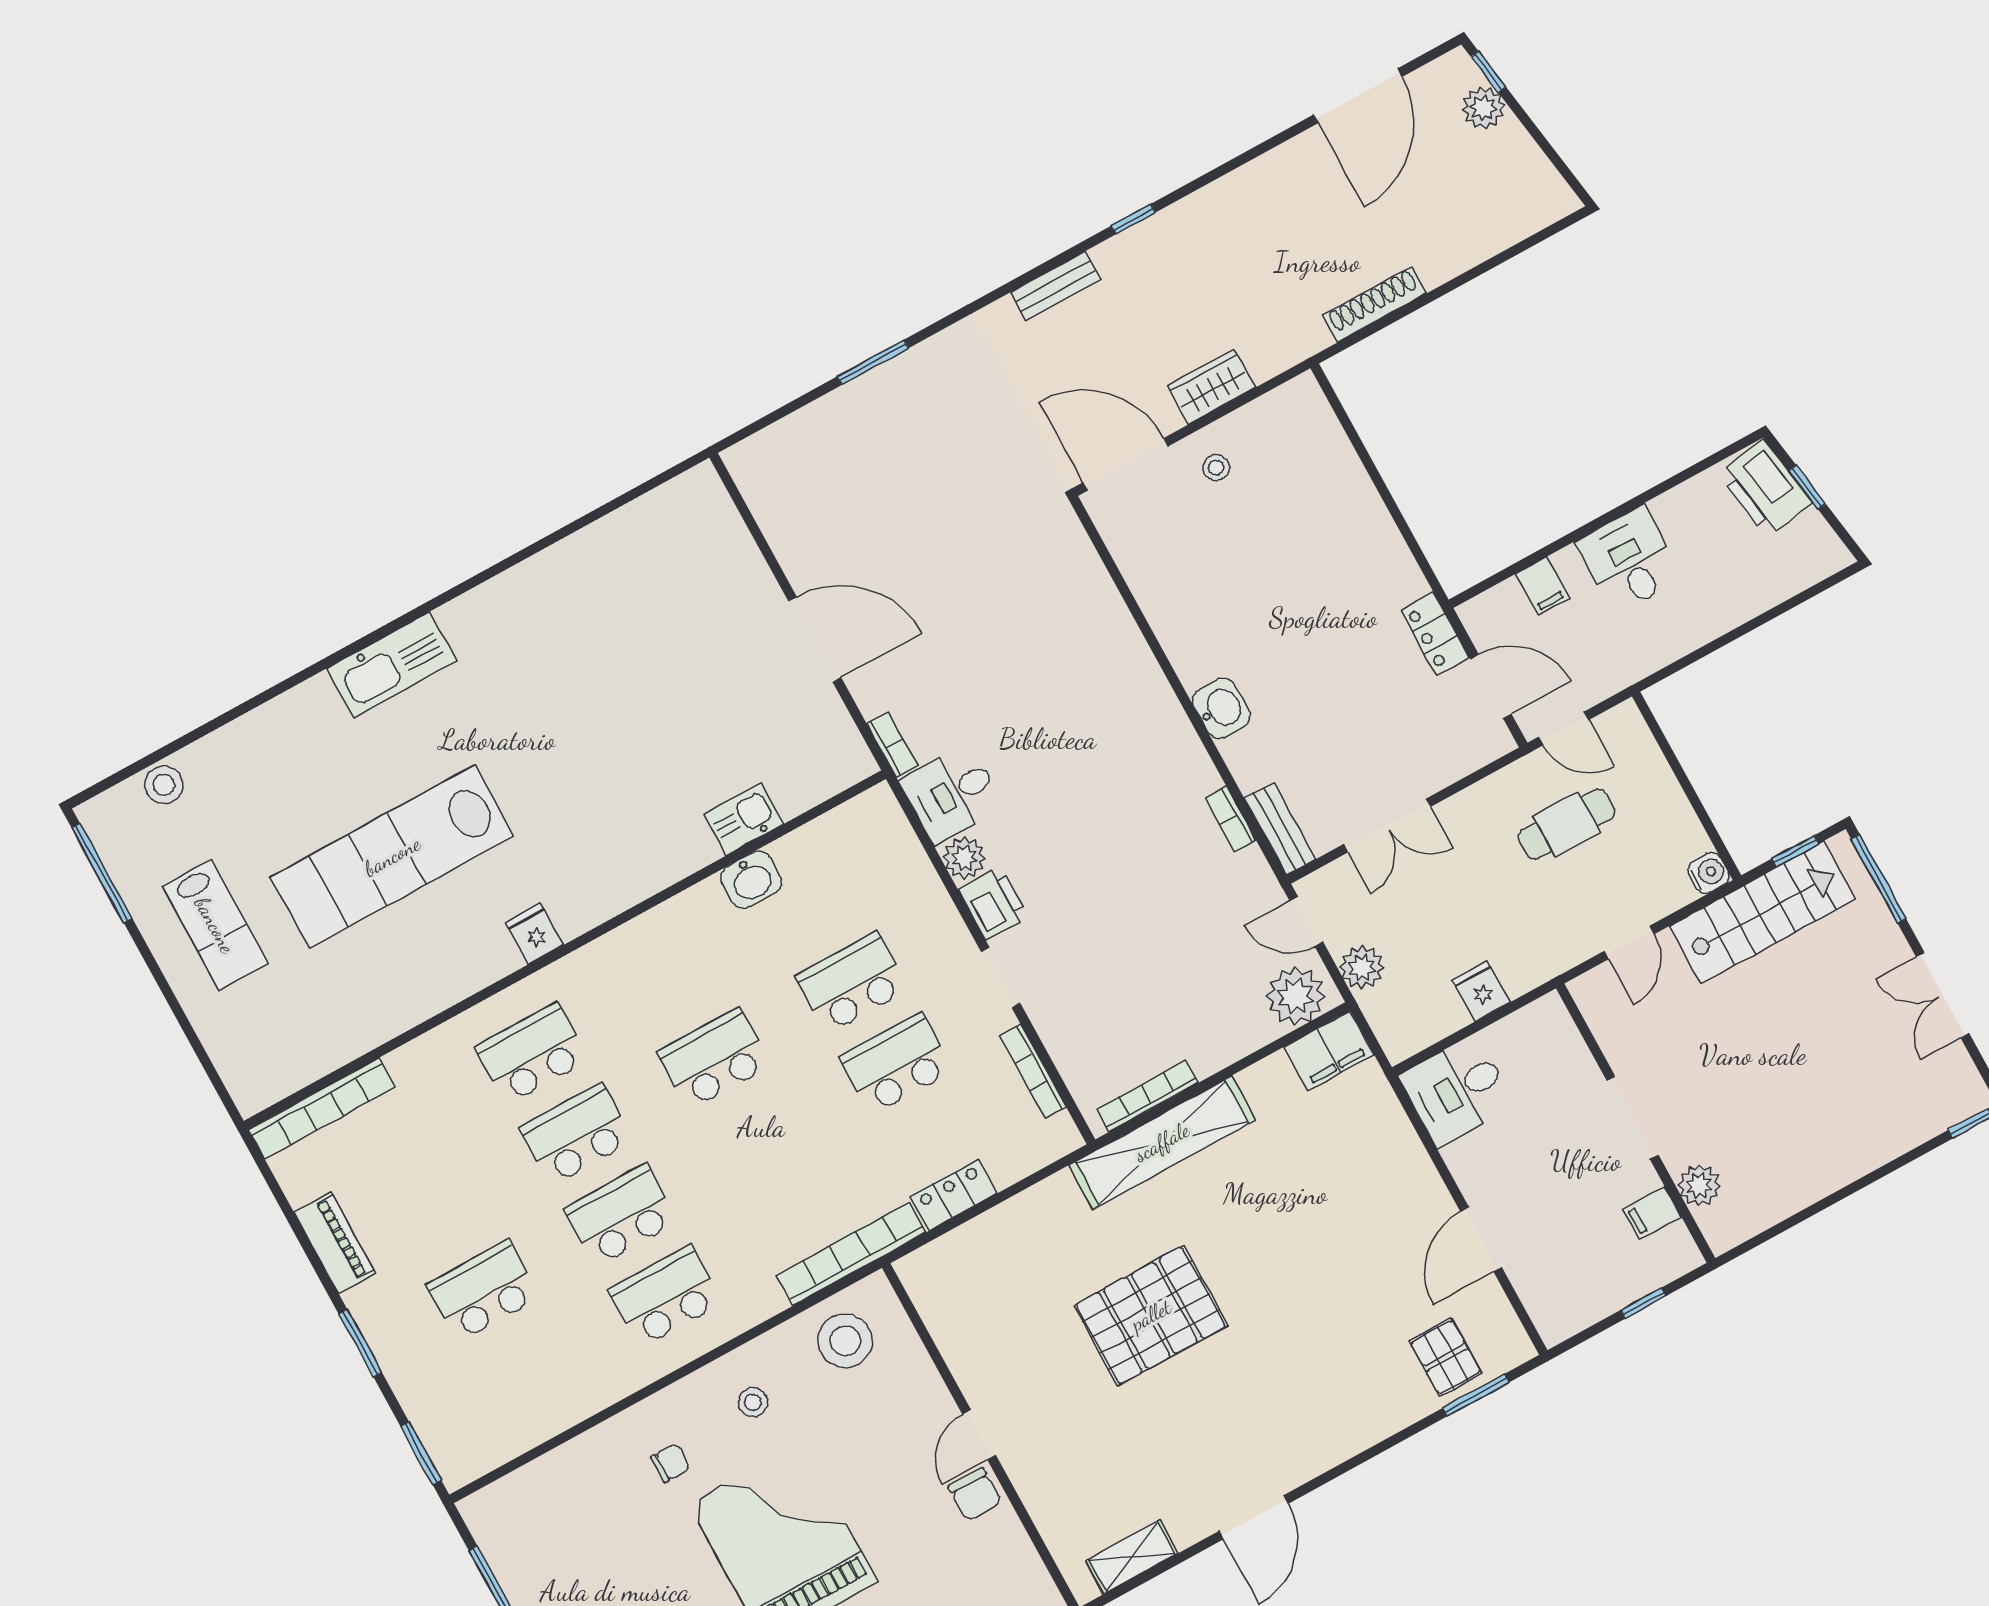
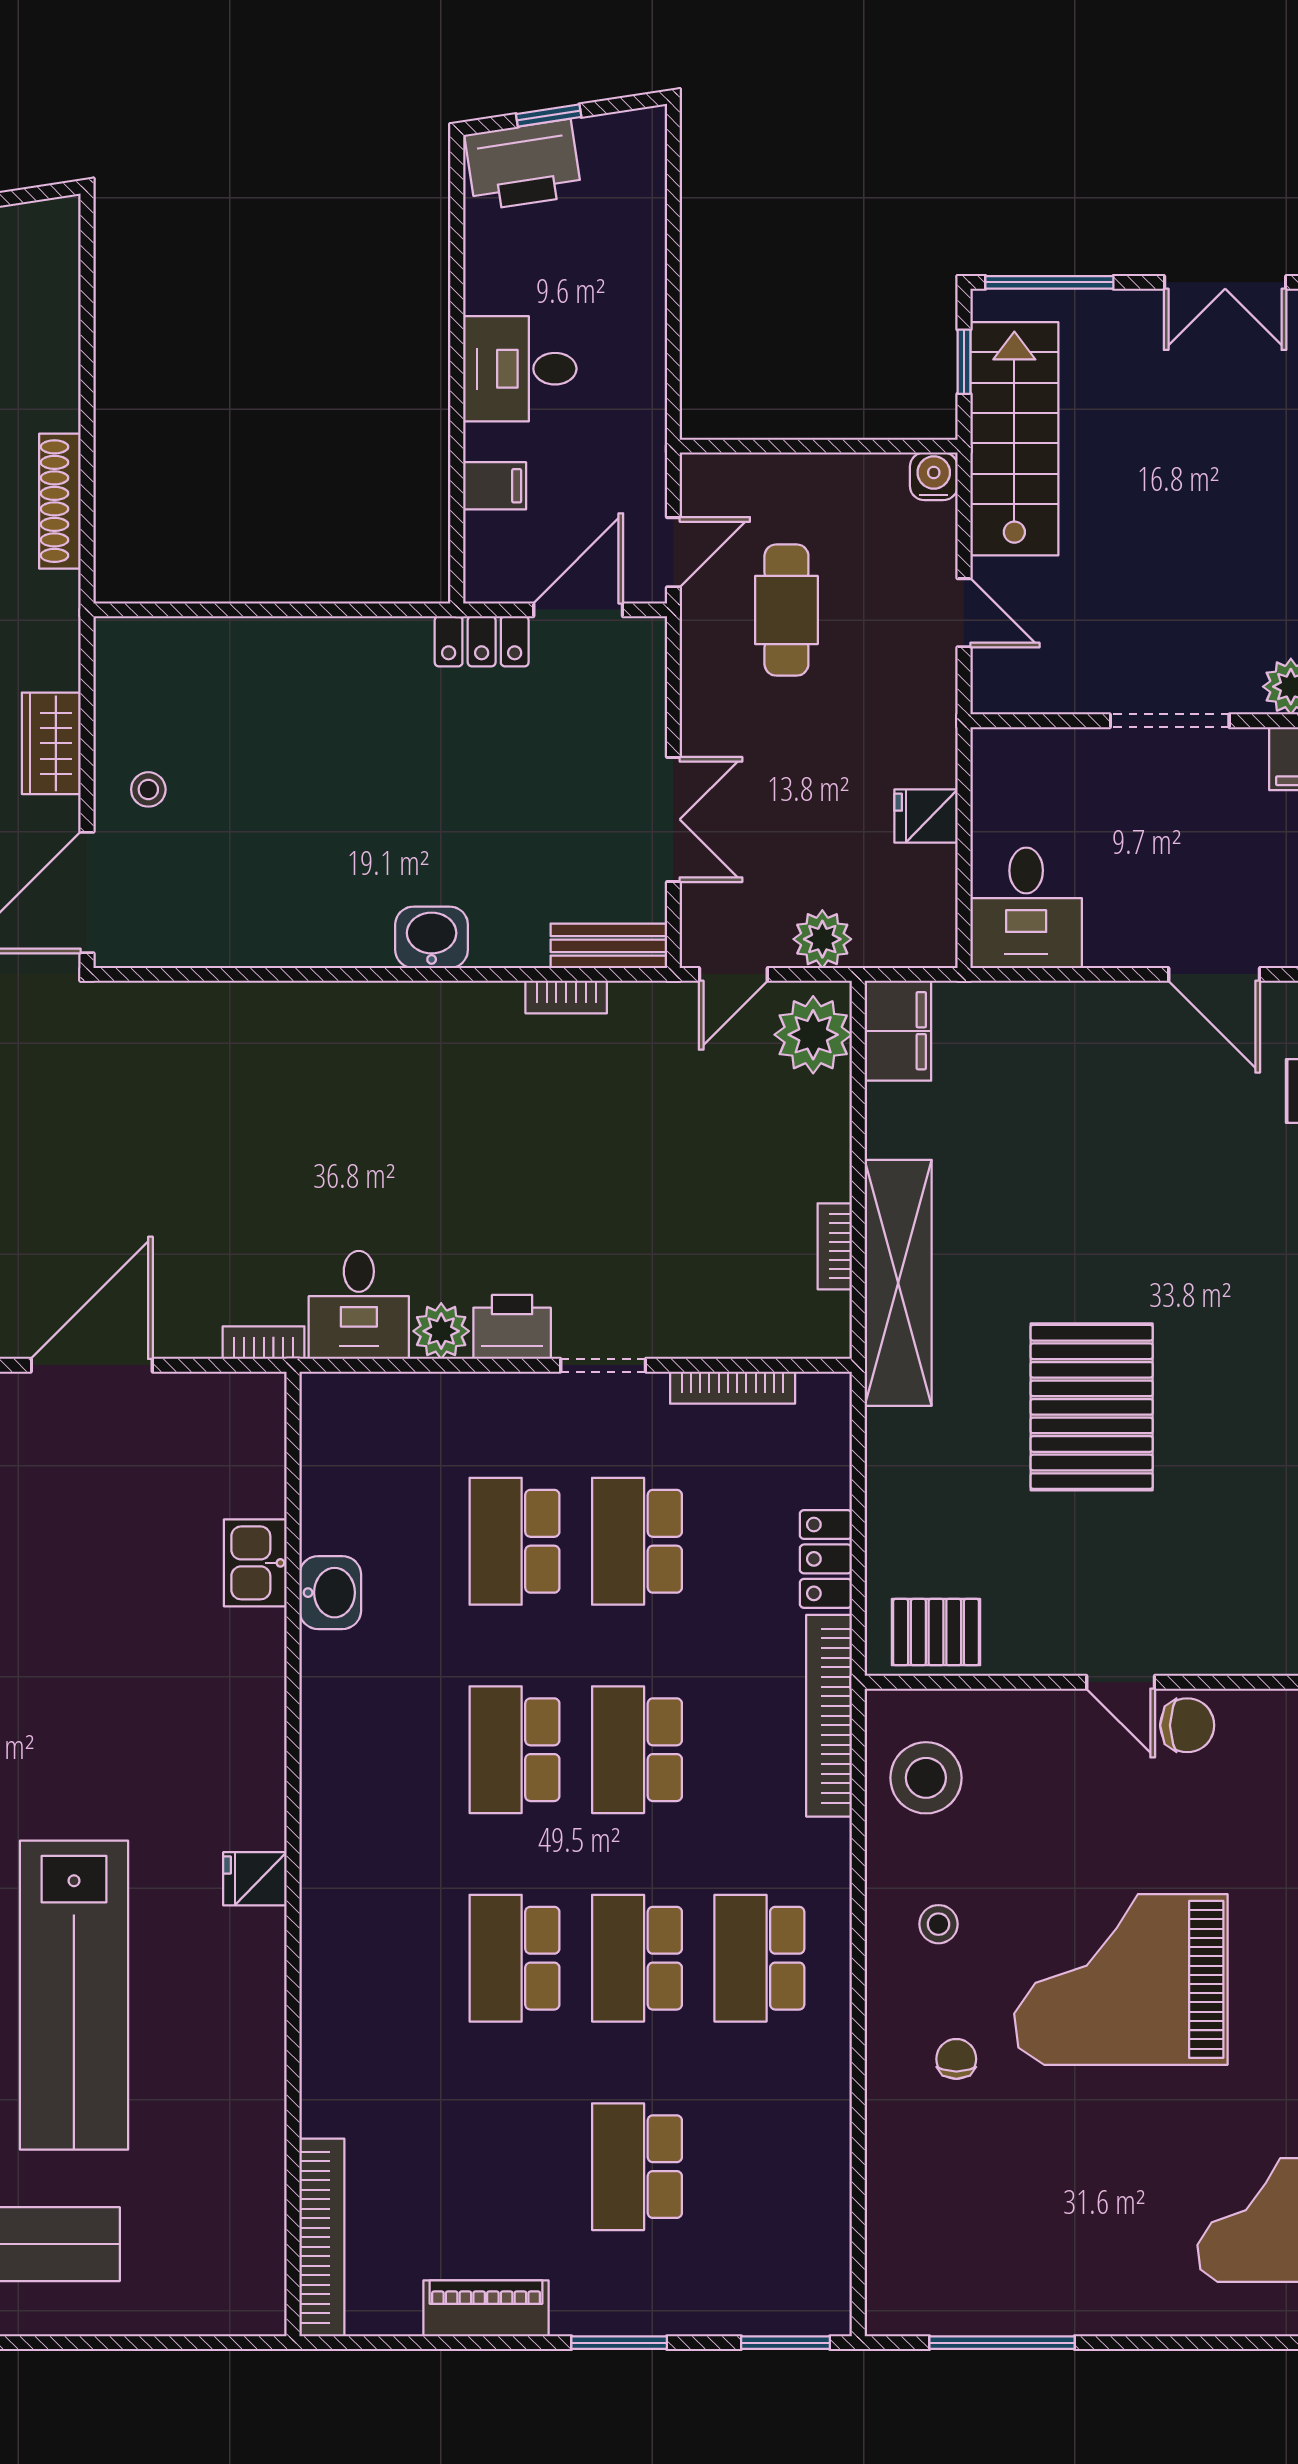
school desk: (532, 1053) -> (637, 1750), moved
bookcase: (1147, 1096) -> (835, 1246), width x0.64
pallet: (945, 1294) -> (936, 1632), added

